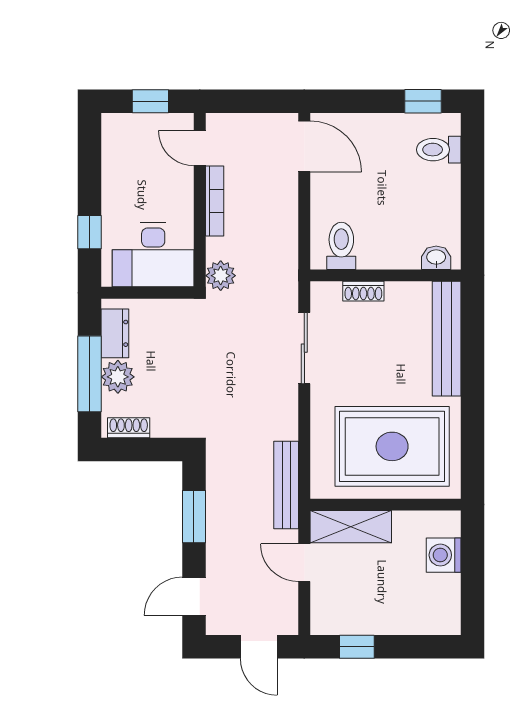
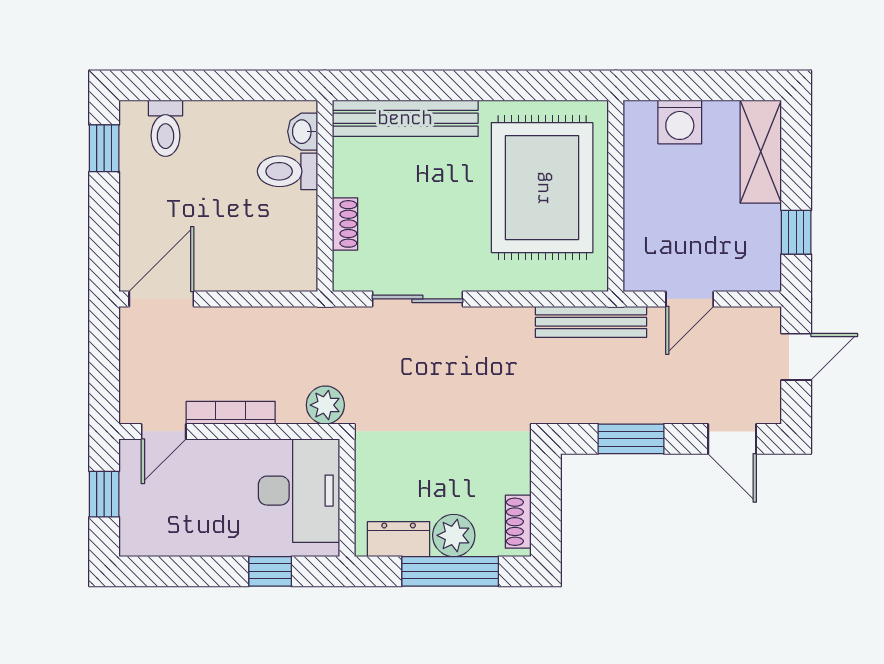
toilet: (341, 246) -> (288, 171), moved
shelving: (351, 527) -> (761, 152), moved

